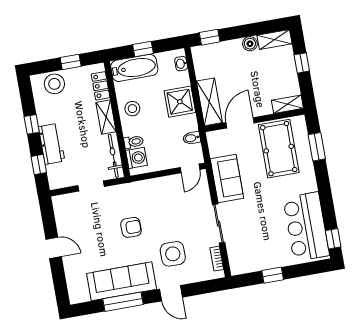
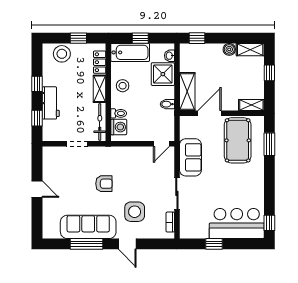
shower: (180, 102) -> (163, 74), moved
bidet: (192, 138) -> (167, 104), moved
bar counter: (306, 227) -> (237, 224), moved, turned 90

